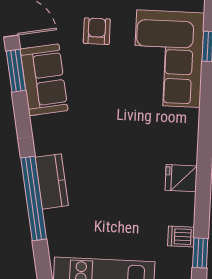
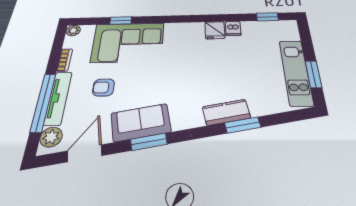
window: (16, 71) -> (149, 142), moved
window: (34, 198) -> (243, 125), width x0.47
dishwasher: (181, 237) -> (233, 28), moved

